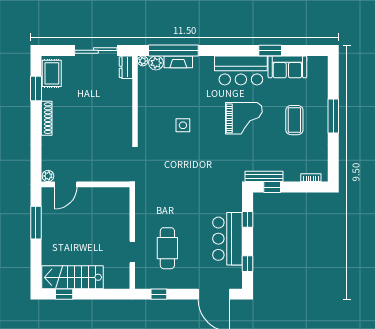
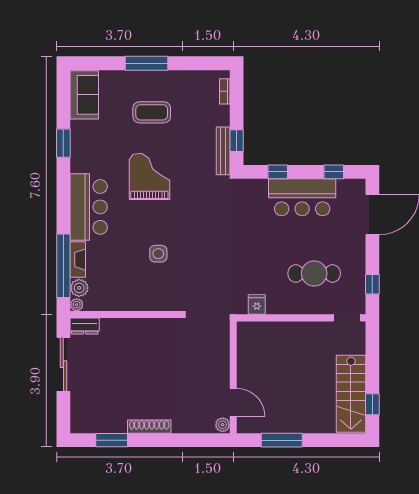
sofa: (287, 67) -> (84, 95), moved
bar counter: (241, 70) -> (89, 207), moved
rug: (52, 73) -> (92, 420), removed
fridge: (143, 203) -> (257, 305), added
doorway: (132, 252) -> (347, 318), moved

